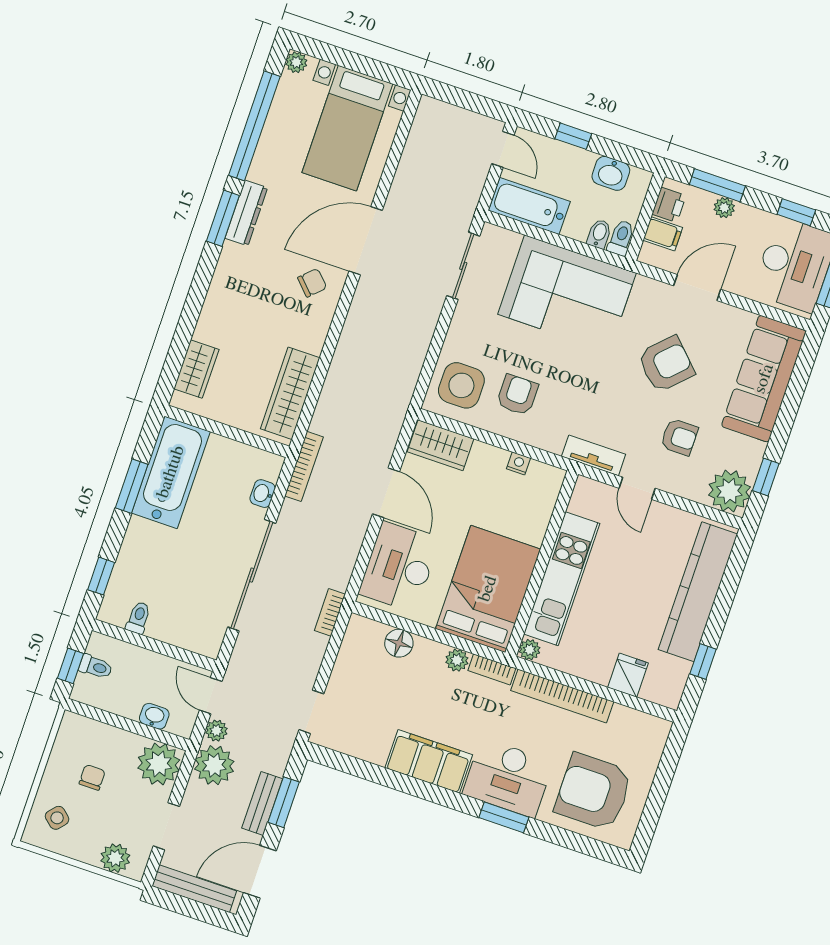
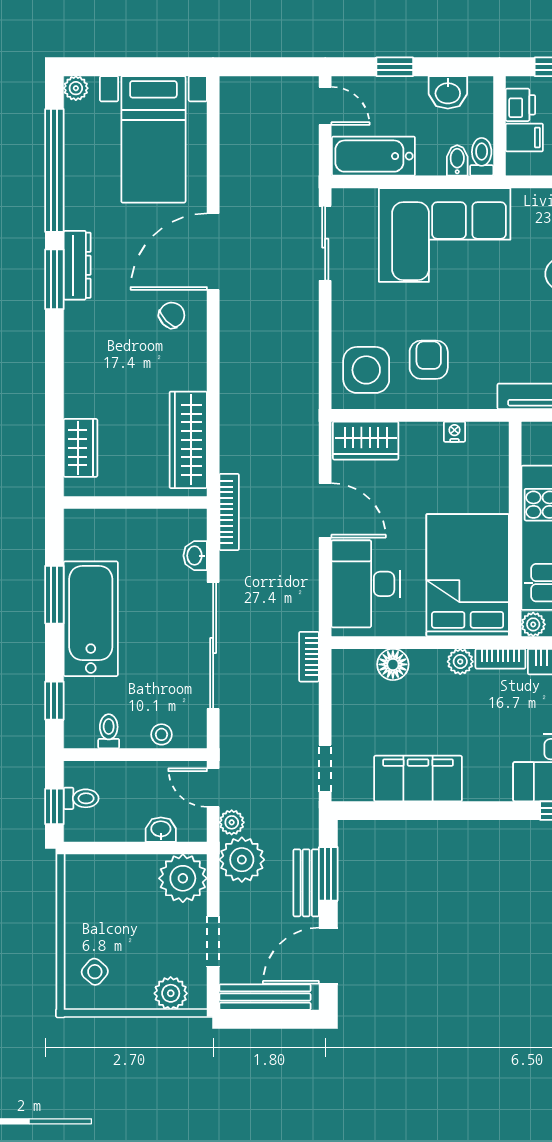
bathtub: (171, 472) -> (91, 619), moved
stool: (182, 636) -> (161, 734), added
filing cabinet: (429, 761) -> (418, 779), moved
chair: (92, 777) -> (117, 916), removed

